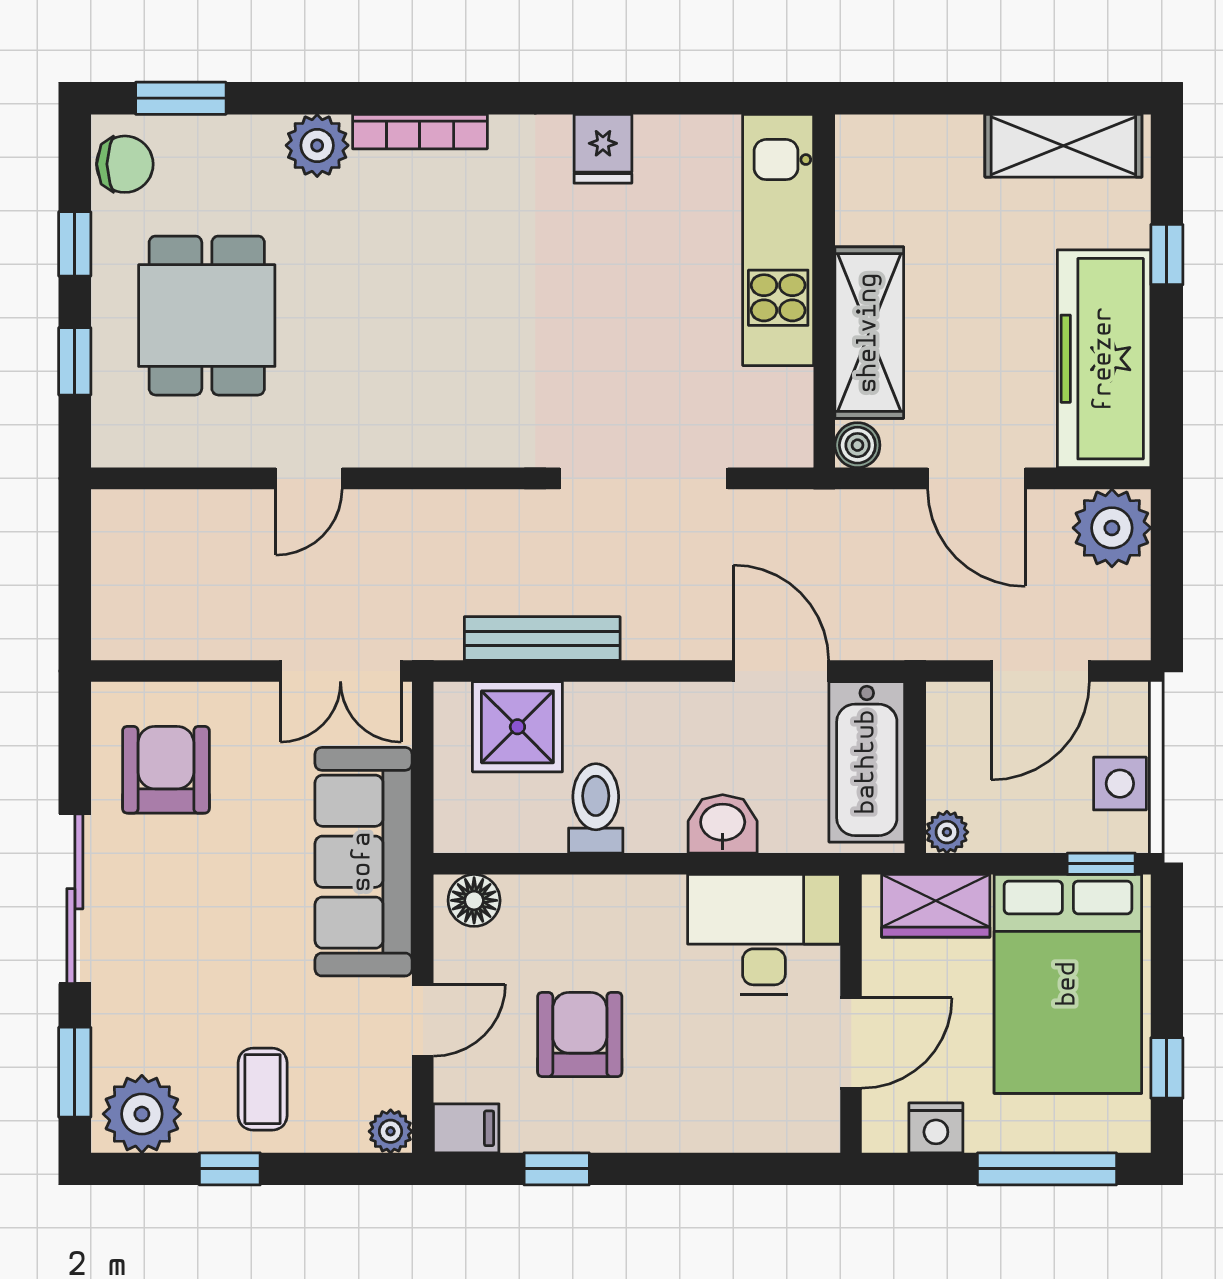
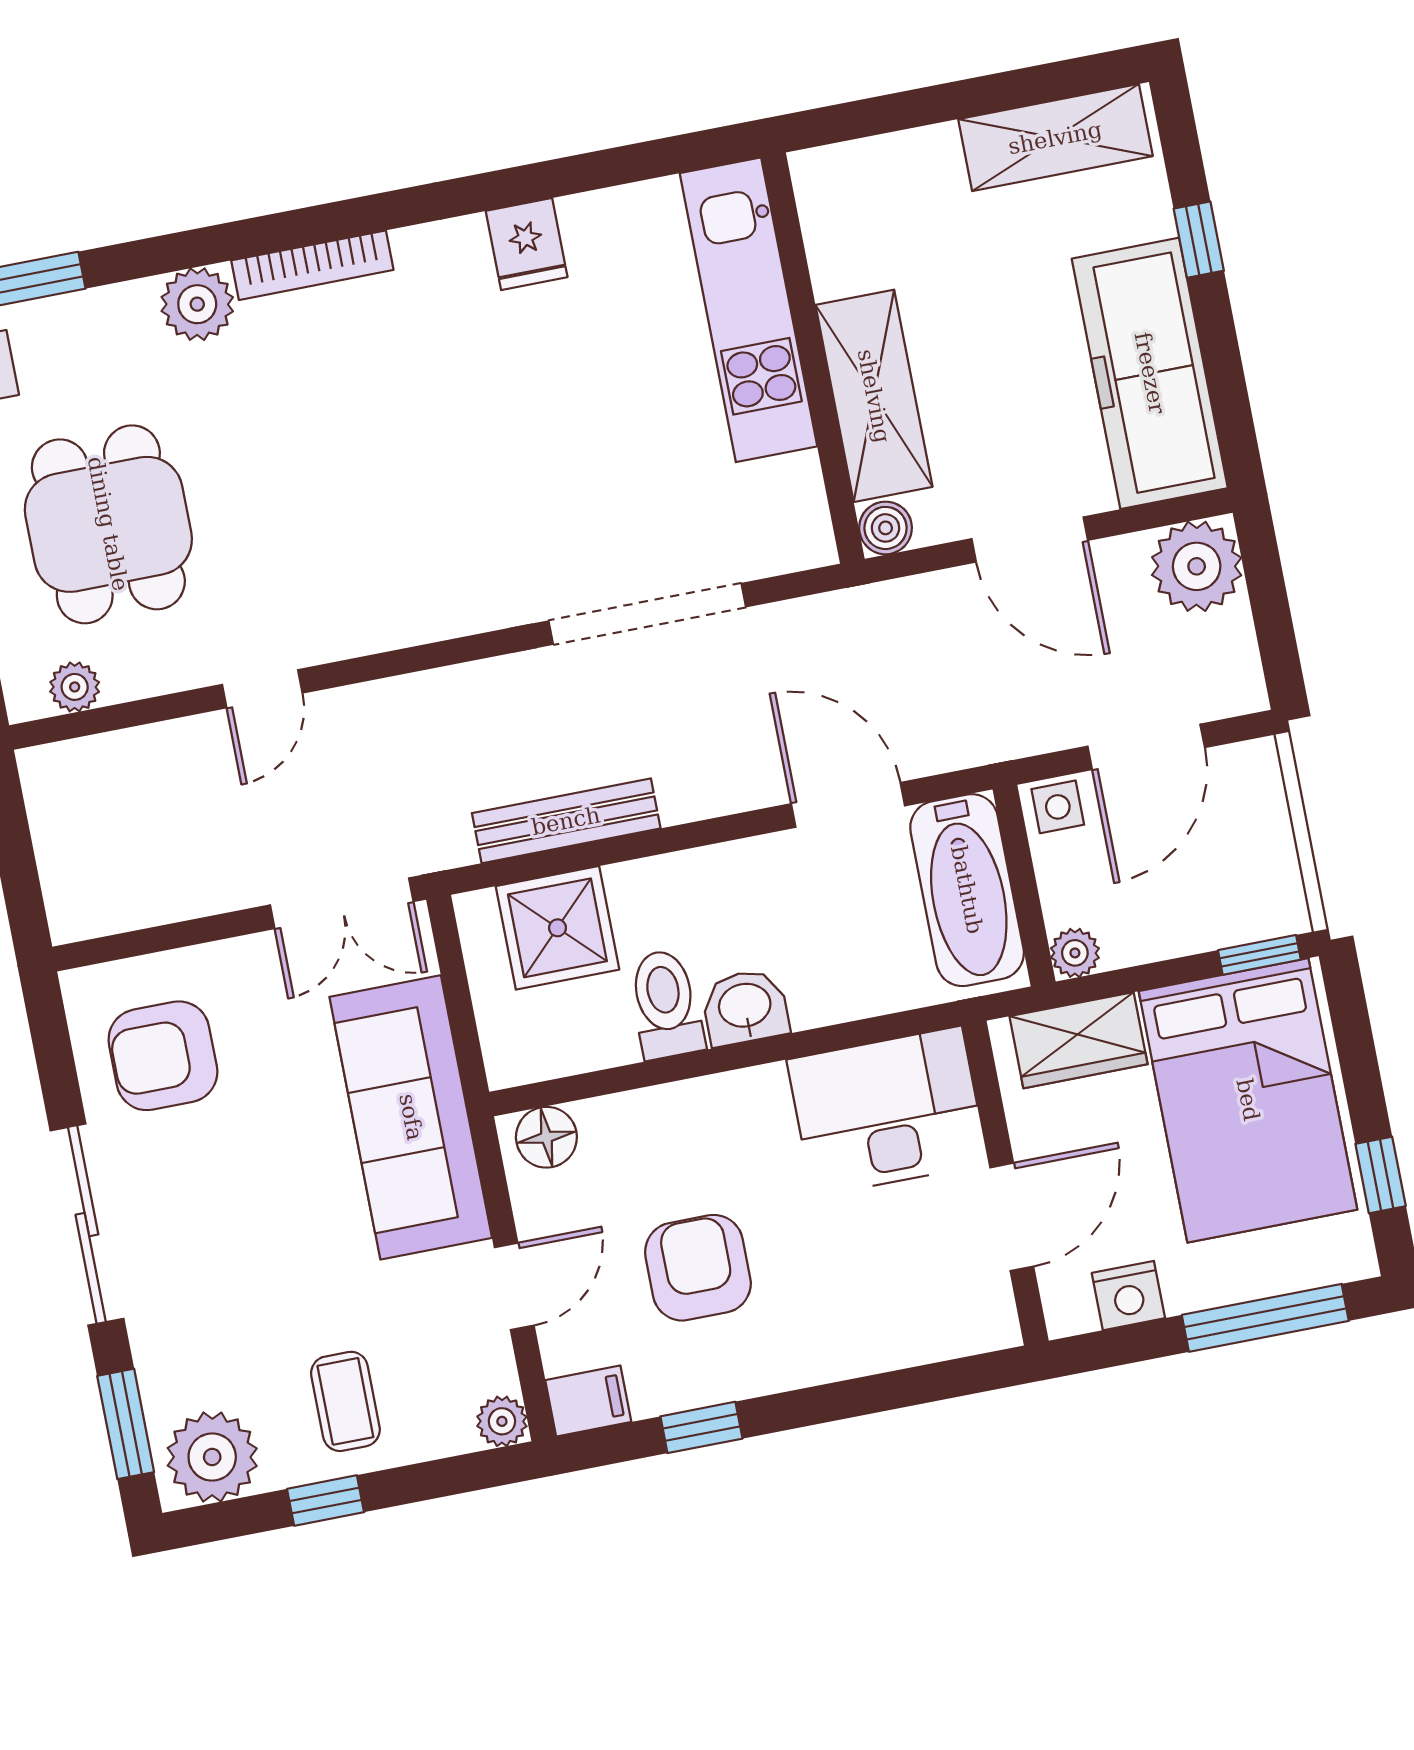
plant: (152, 446) -> (75, 687), added
armchair: (166, 770) -> (163, 1056), turned -90
side table: (1120, 784) -> (1058, 807), moved, width x0.73, depth x0.73
washbasin: (723, 824) -> (745, 1007), moved

